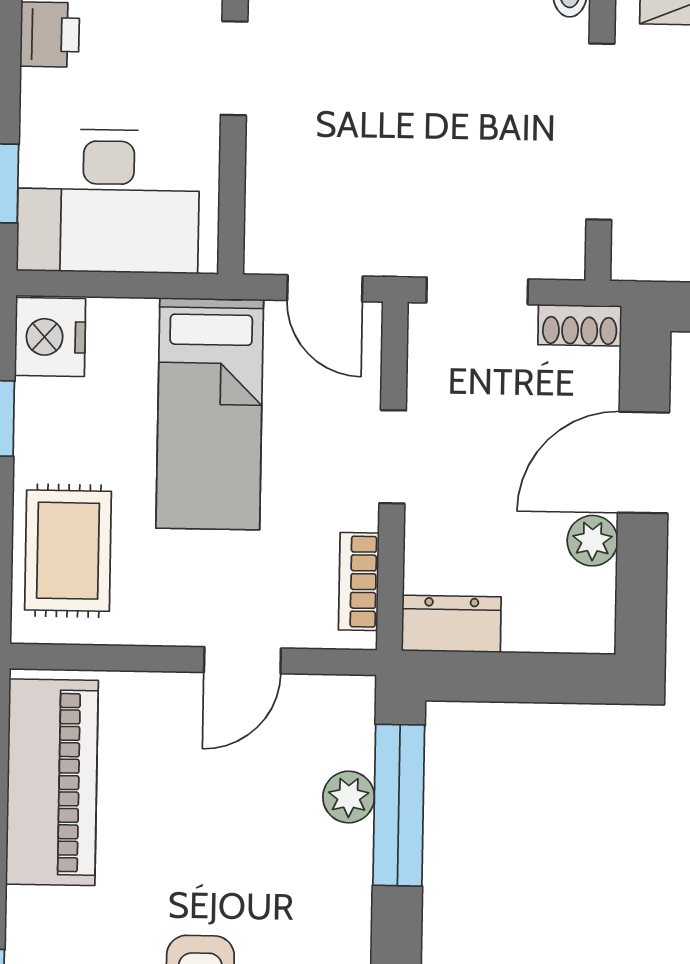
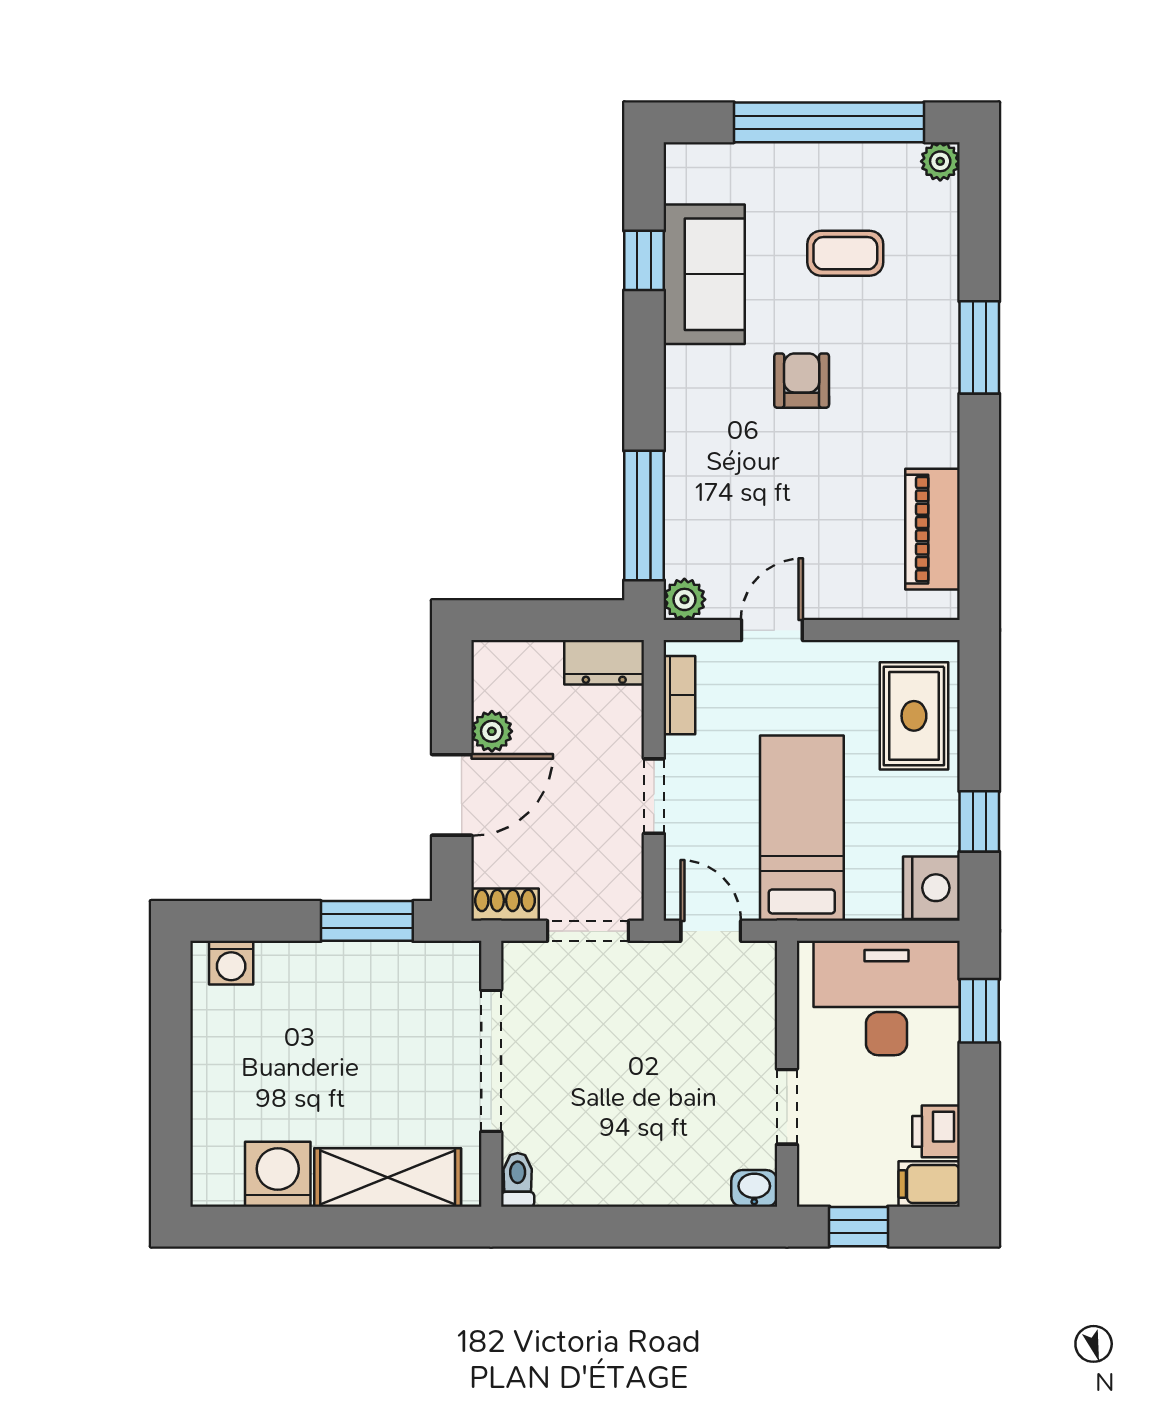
piano: (52, 782) -> (932, 529), width x0.73, depth x0.75
plant: (349, 797) -> (684, 599), moved

